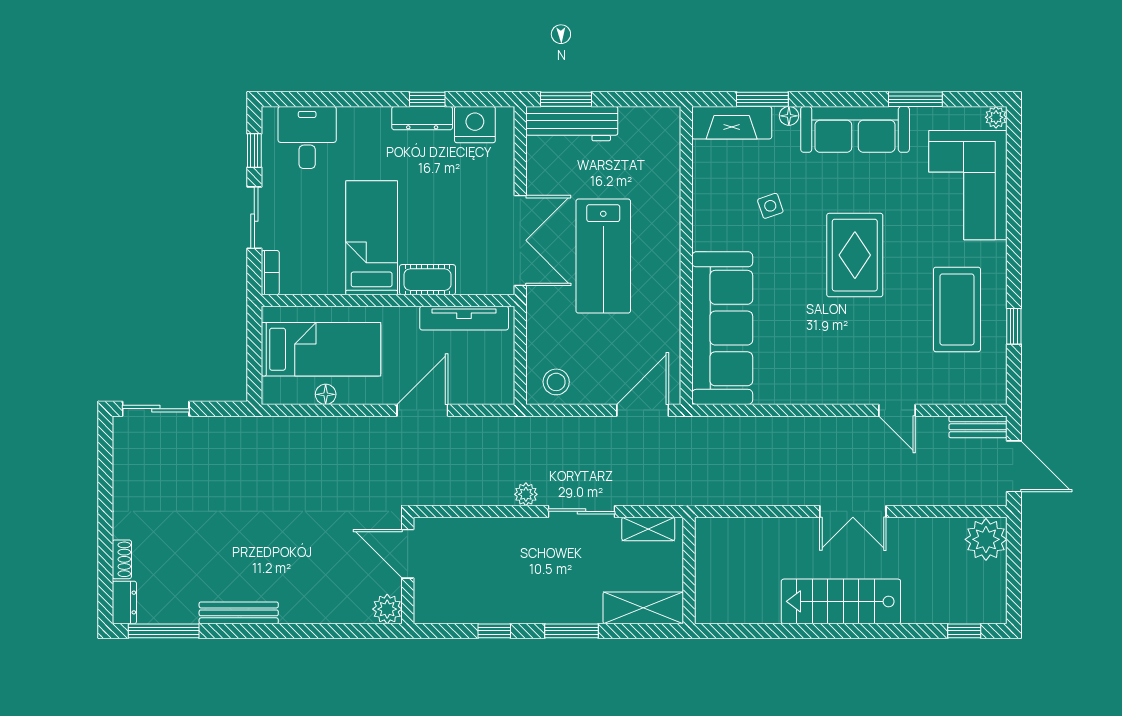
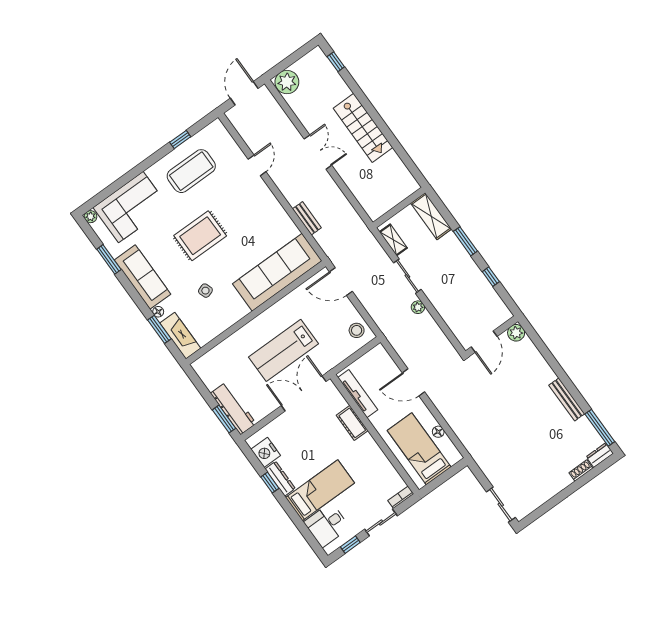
bed: (372, 238) -> (320, 490), moved, turned 180
lab bench: (603, 256) -> (283, 350), turned 180
bench: (978, 427) -> (307, 218), moved

